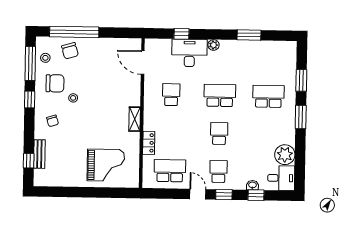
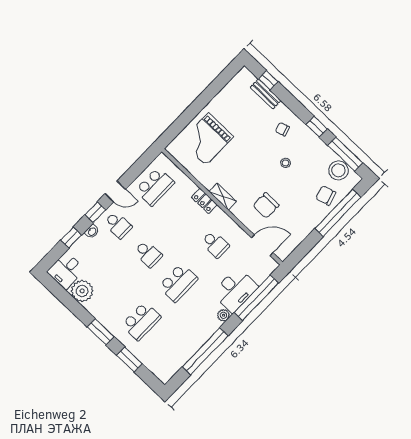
window: (181, 34) -> (256, 298), width x3.17
window: (249, 35) -> (205, 351), width x2.11
stool: (45, 58) -> (338, 170), width x1.89, depth x1.89
chair: (55, 83) -> (266, 205), moved
locker: (149, 143) -> (204, 201), moved
washbasin: (252, 185) -> (92, 232), moved

